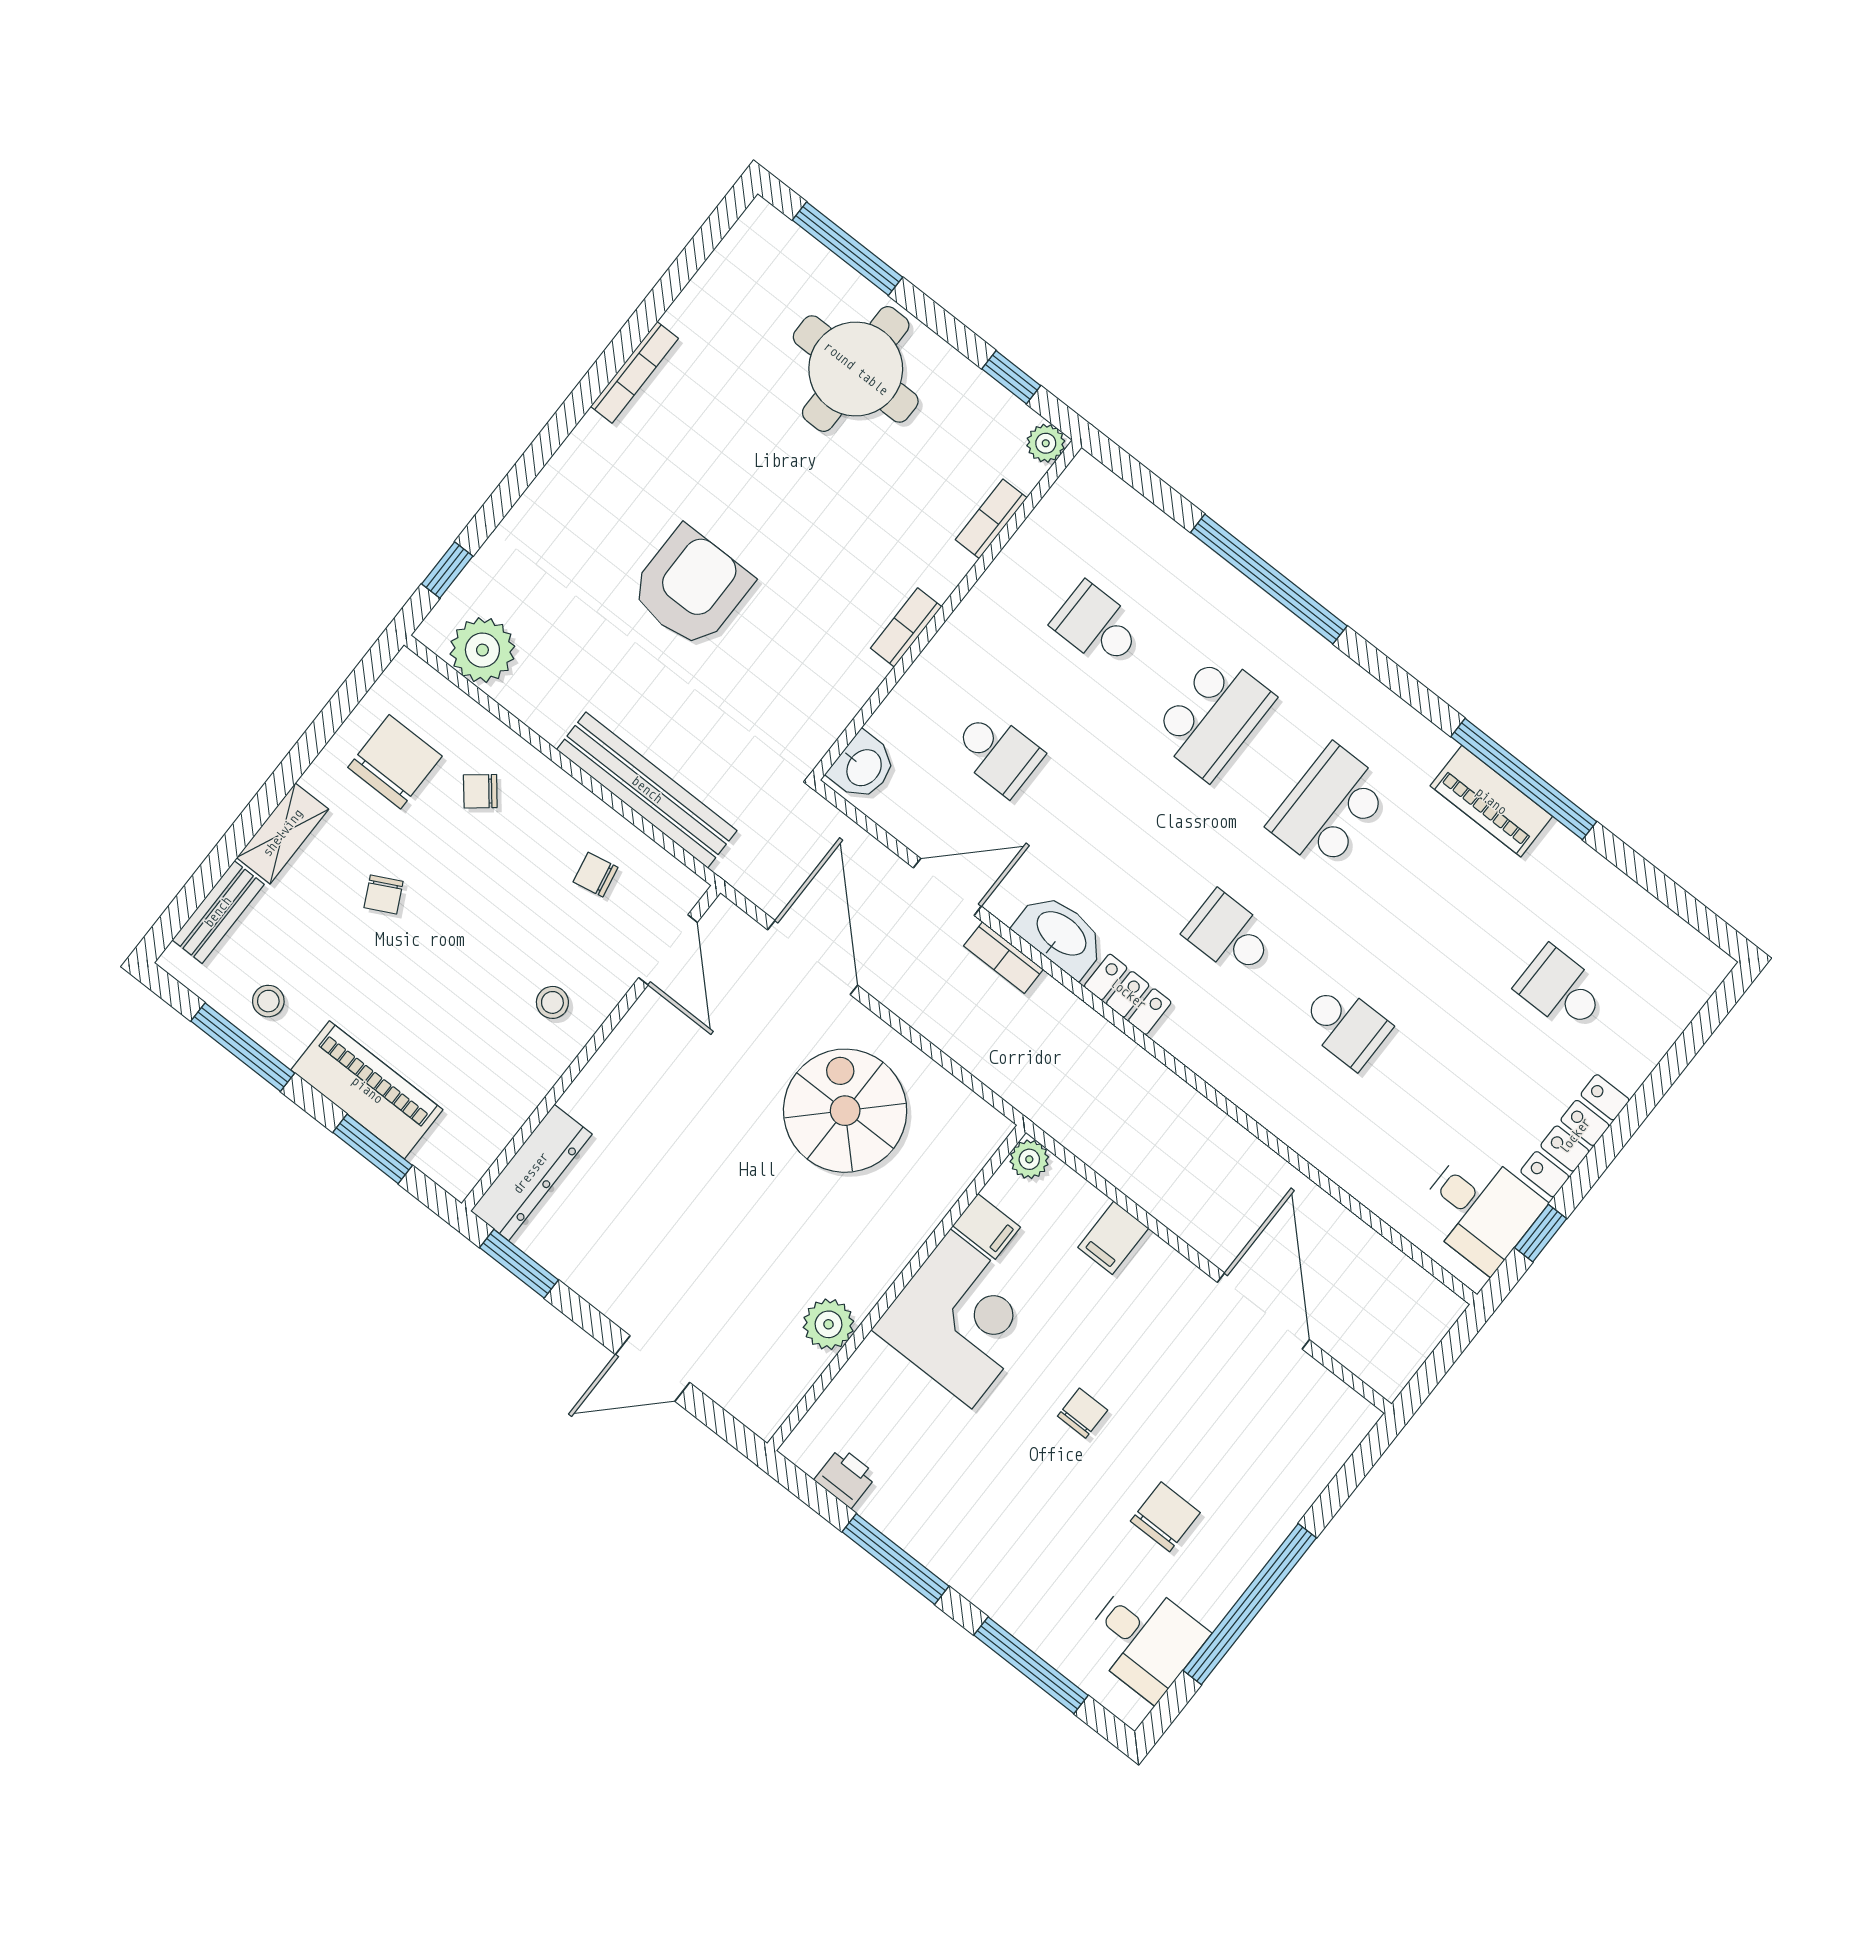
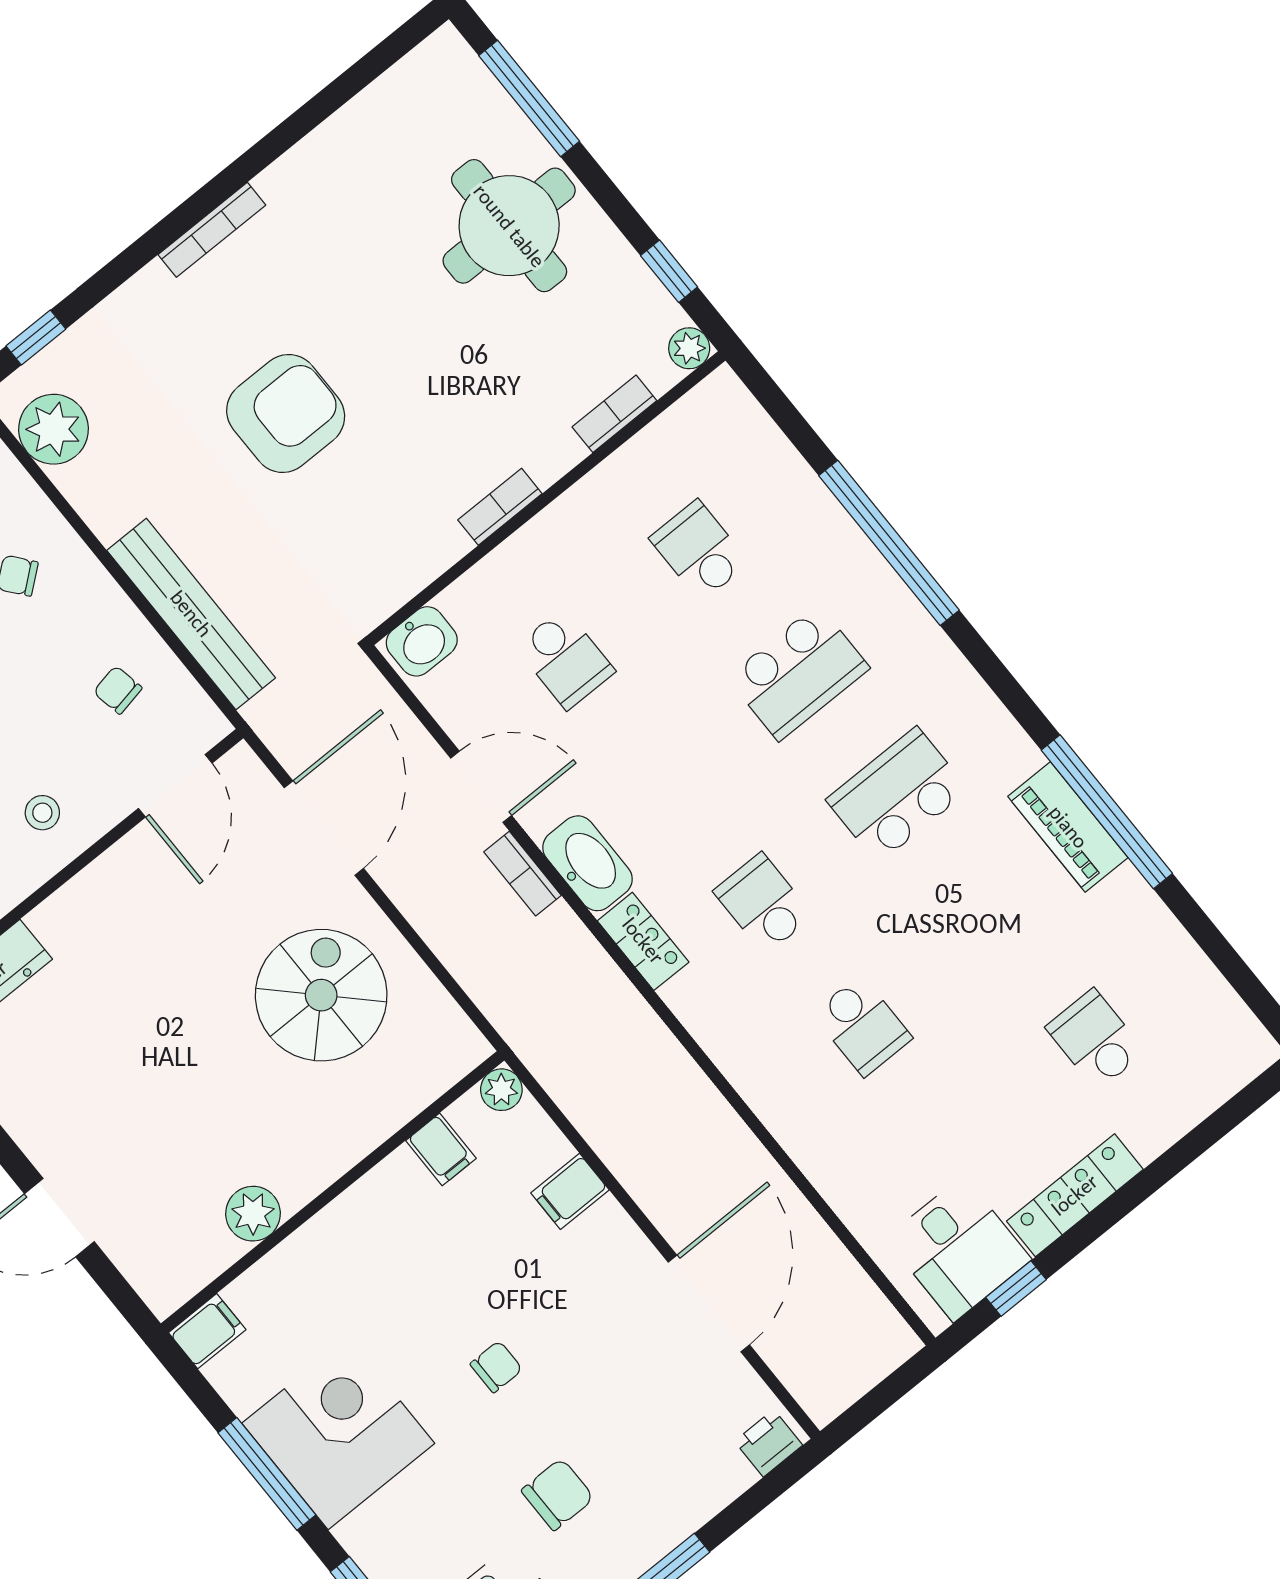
bookcase: (634, 372) -> (212, 230), moved
corner desk: (961, 1319) -> (338, 1433), moved, turned -90
filing cabinet: (811, 1441) -> (207, 1331), added
printer: (846, 1478) -> (768, 1443), moved, turned -90

